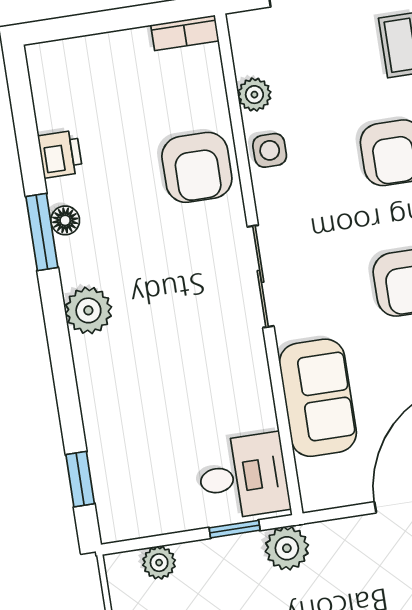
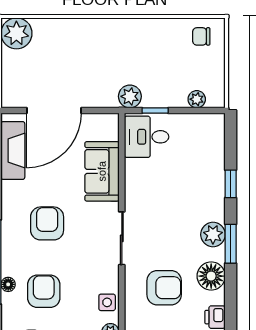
armchair: (197, 167) -> (164, 288), moved, turned 90
floor lamp: (65, 220) -> (211, 276), width x1.89, depth x1.89
window: (42, 232) -> (231, 244), moved
window: (80, 479) -> (231, 184), moved

